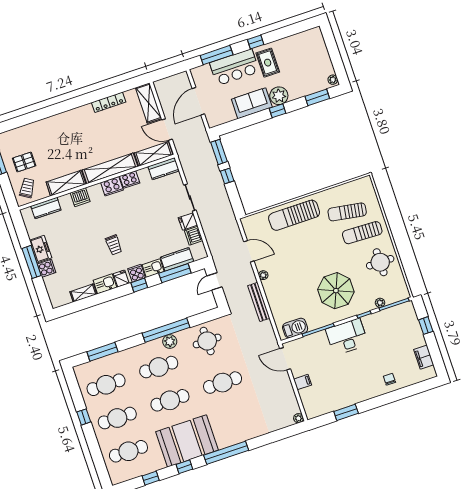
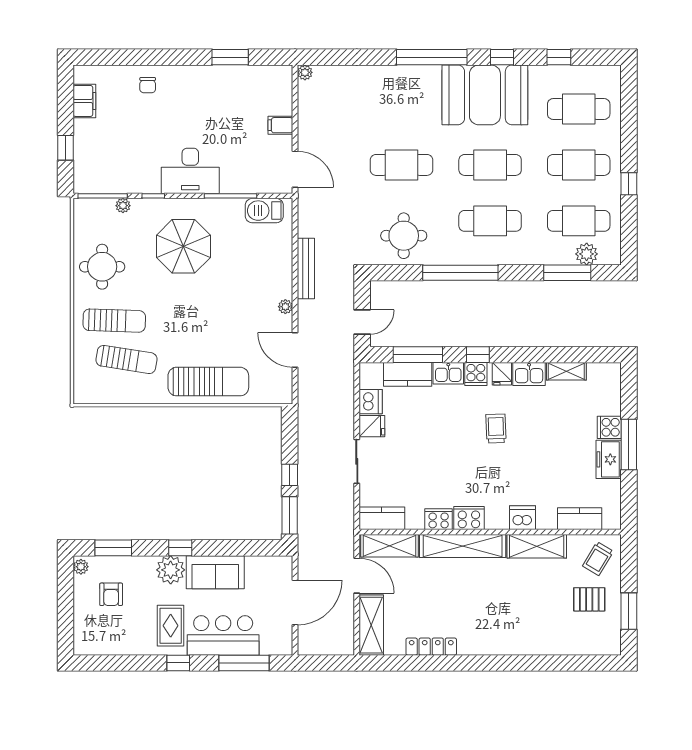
armchair: (309, 69) -> (111, 594), added
plant: (170, 341) -> (587, 254), moved

